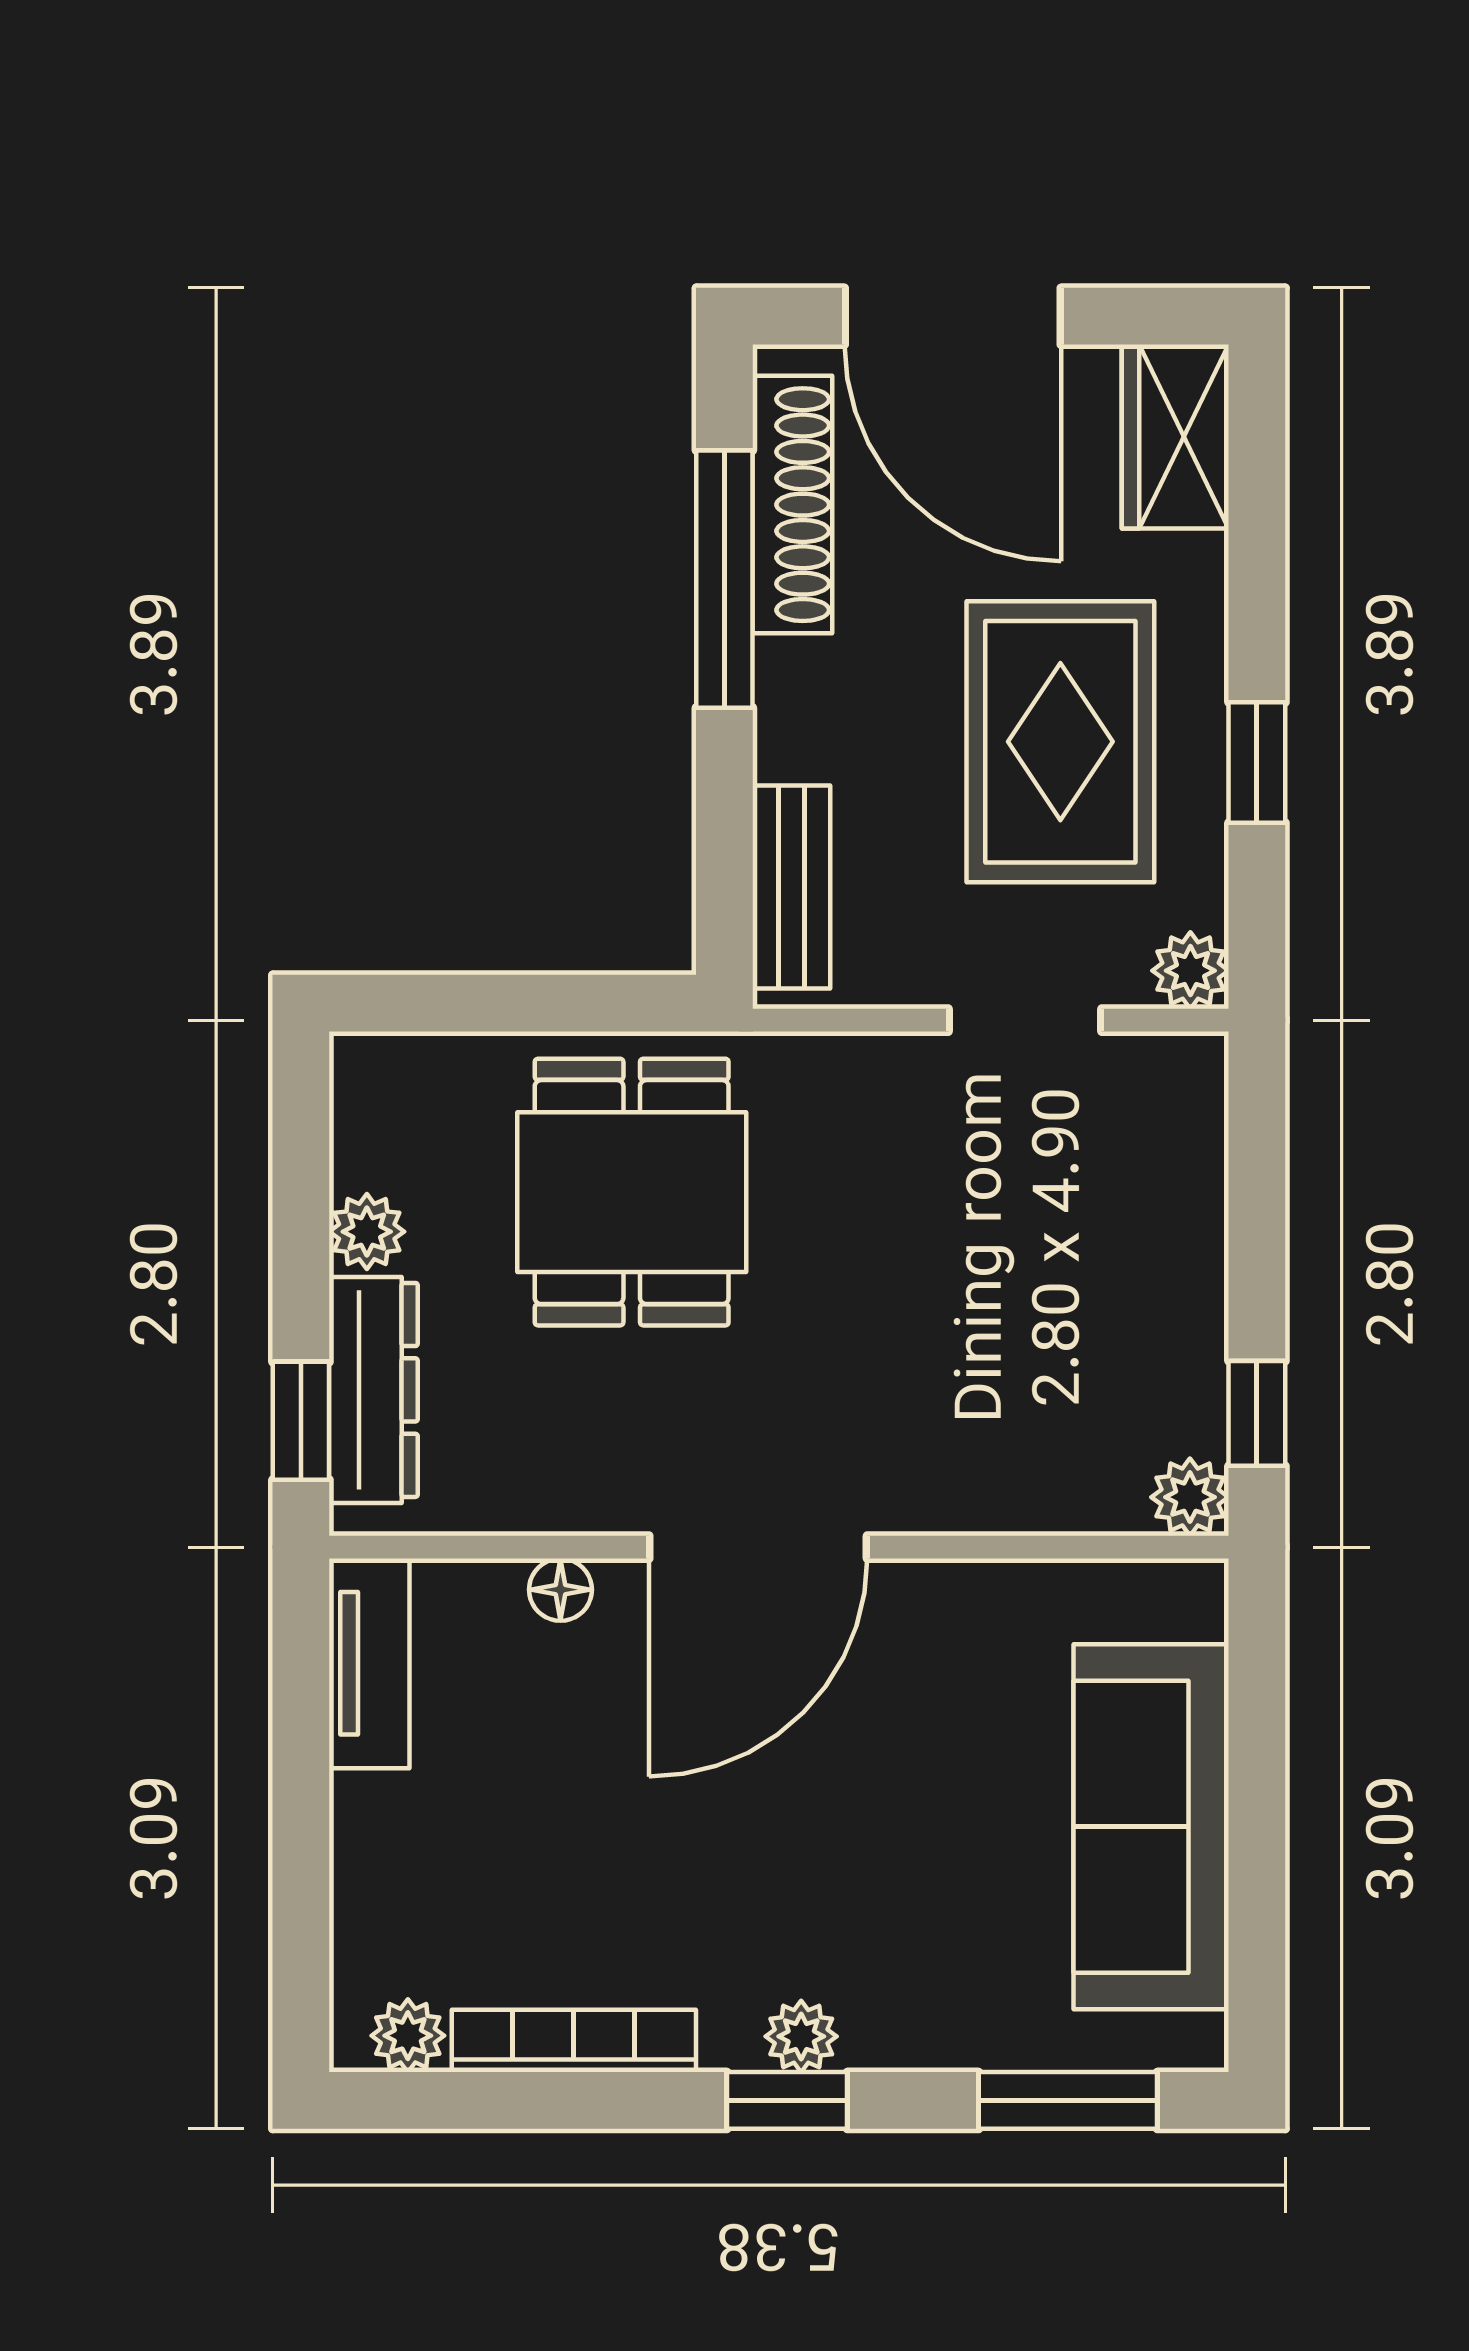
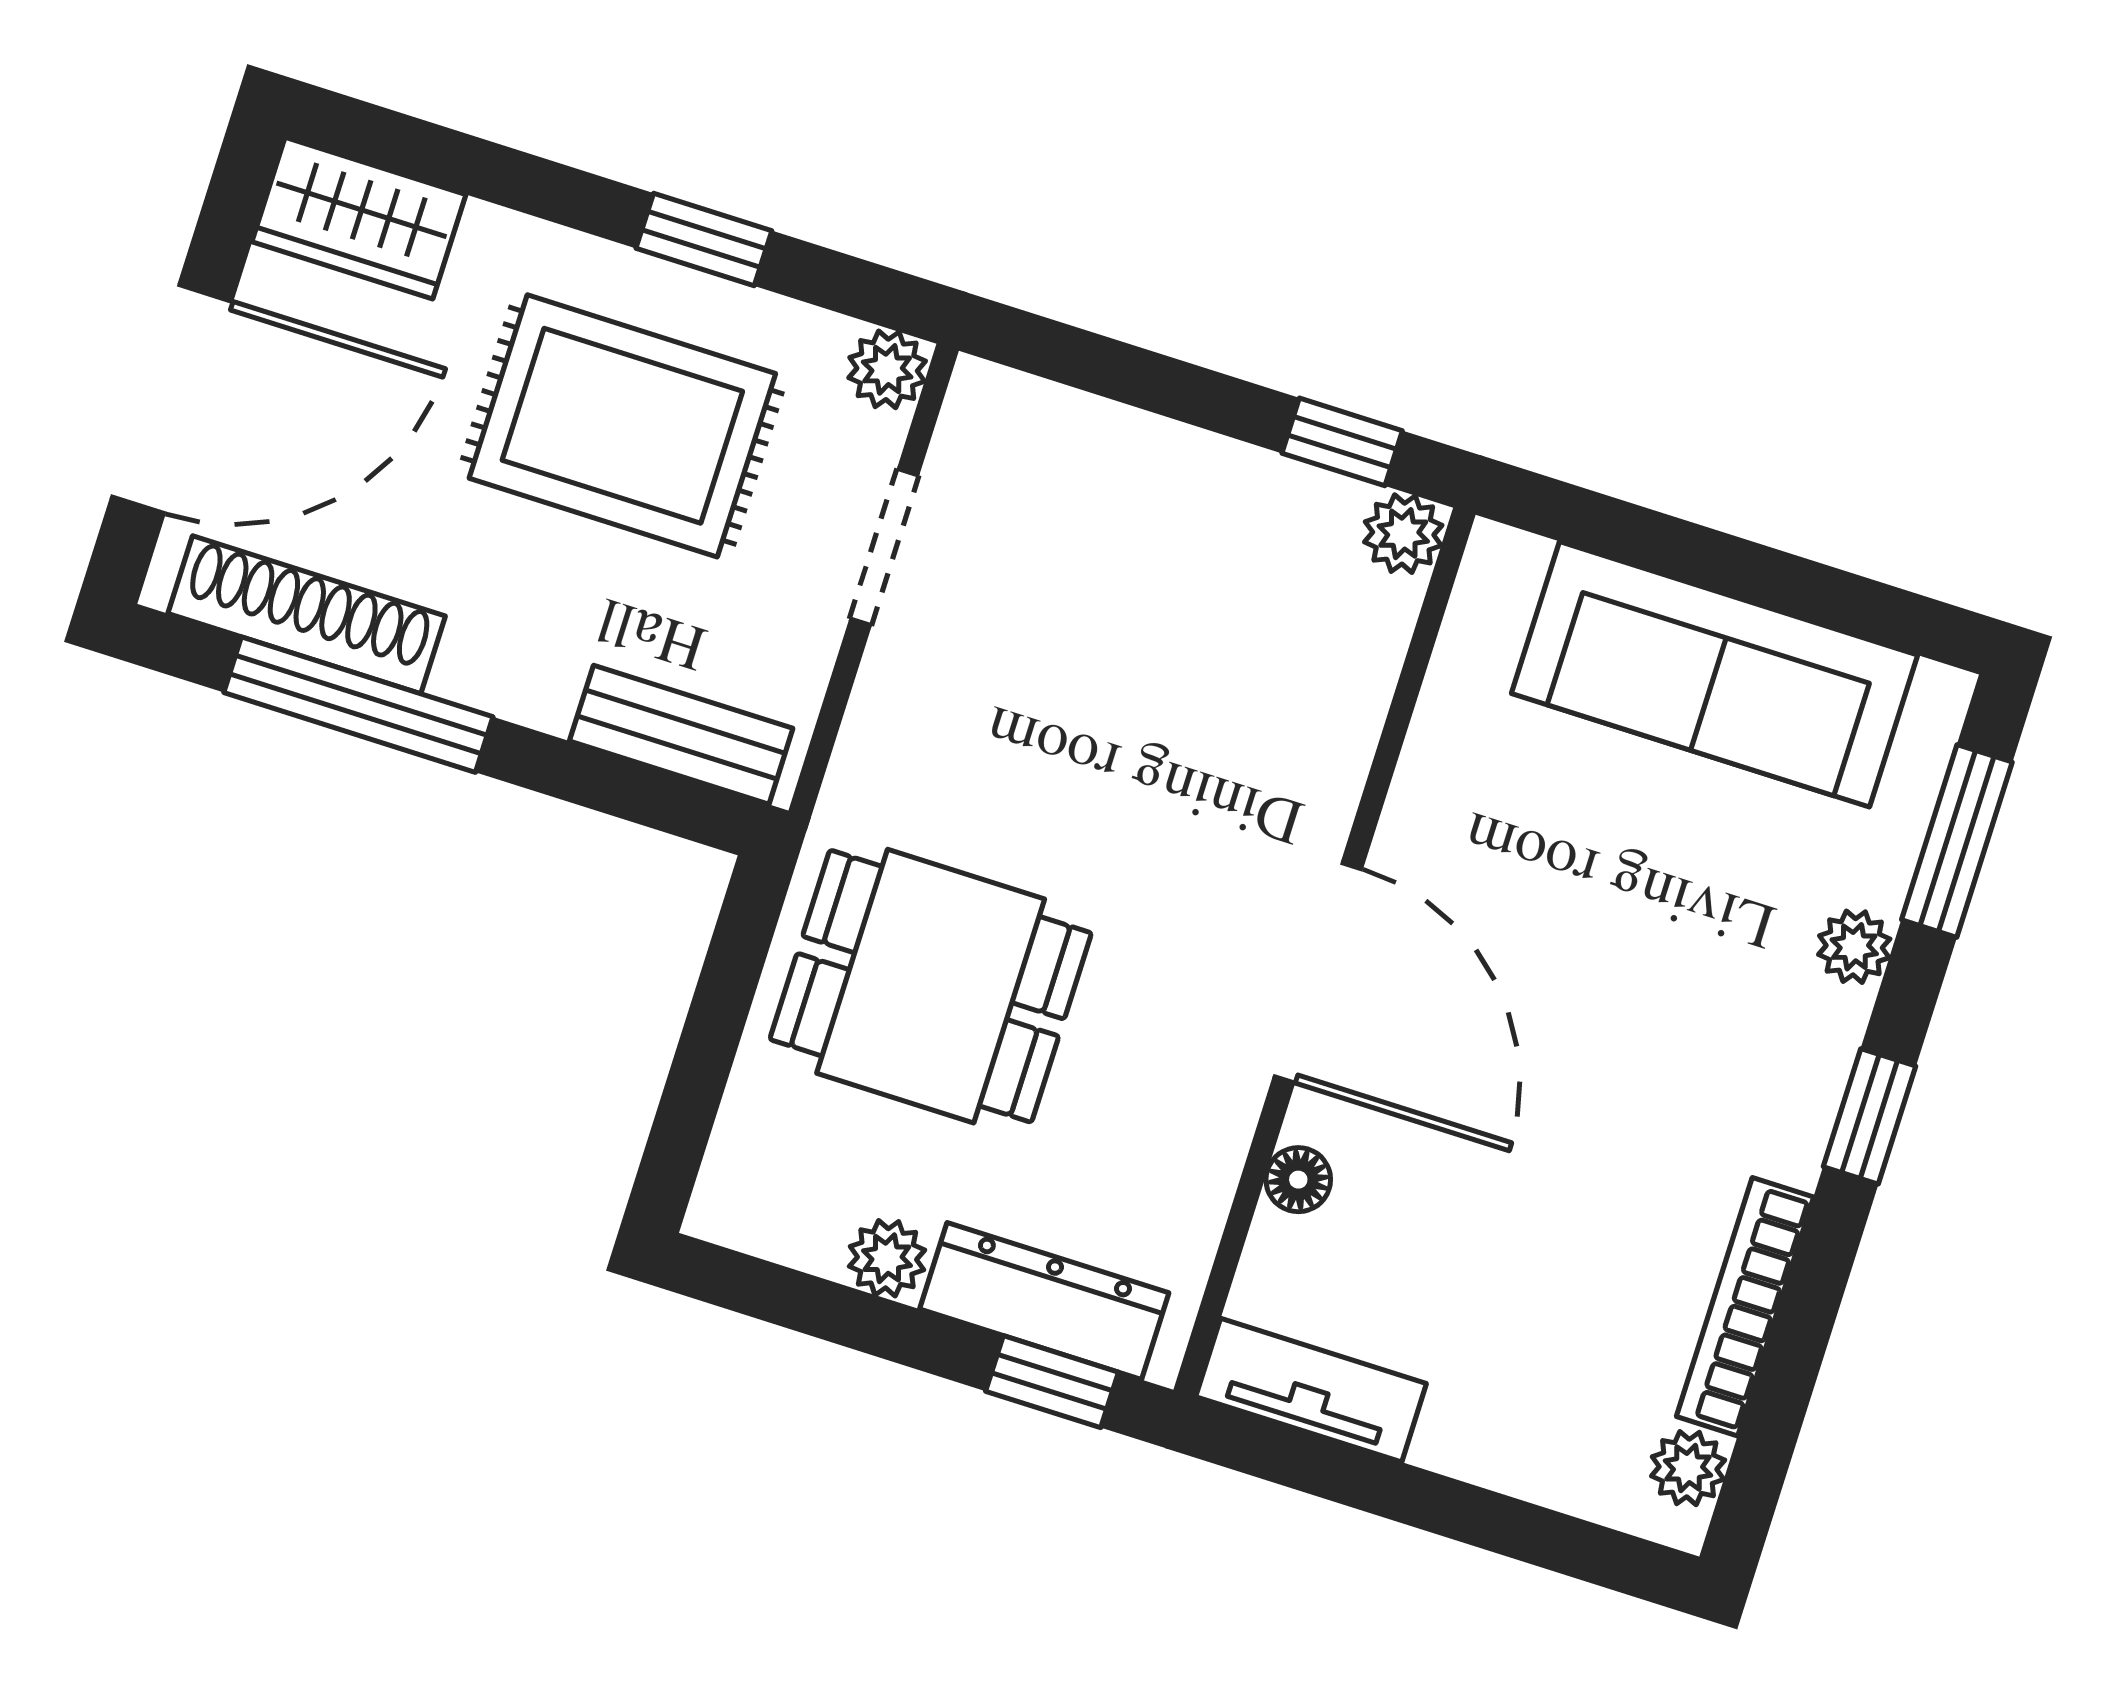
plant: (801, 2036) -> (1854, 947), moved

